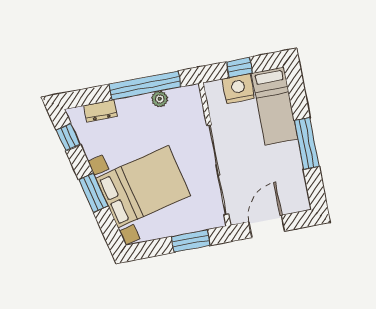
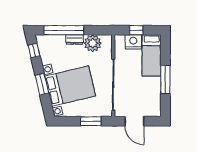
window: (145, 86) -> (64, 30), moved
plant: (160, 99) -> (93, 43), width x1.87, depth x1.87
dresser: (101, 111) -> (75, 39), moved
door: (267, 226) -> (134, 121), swing flipped

